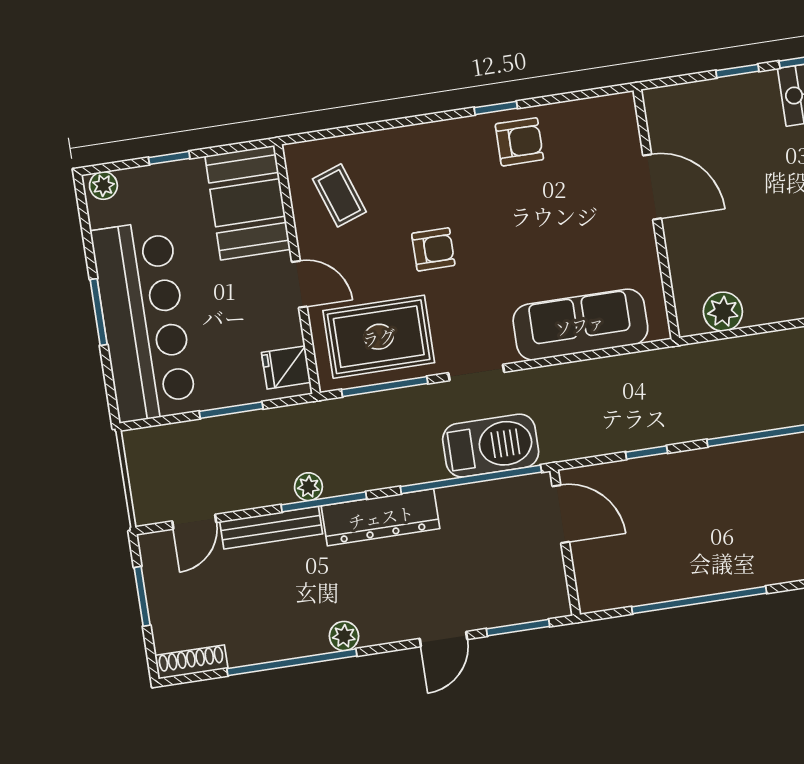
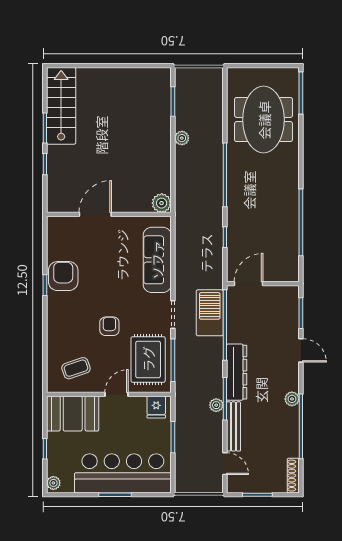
armchair: (519, 142) -> (63, 276), width x1.38, depth x1.38
plant: (723, 312) -> (162, 203), moved

